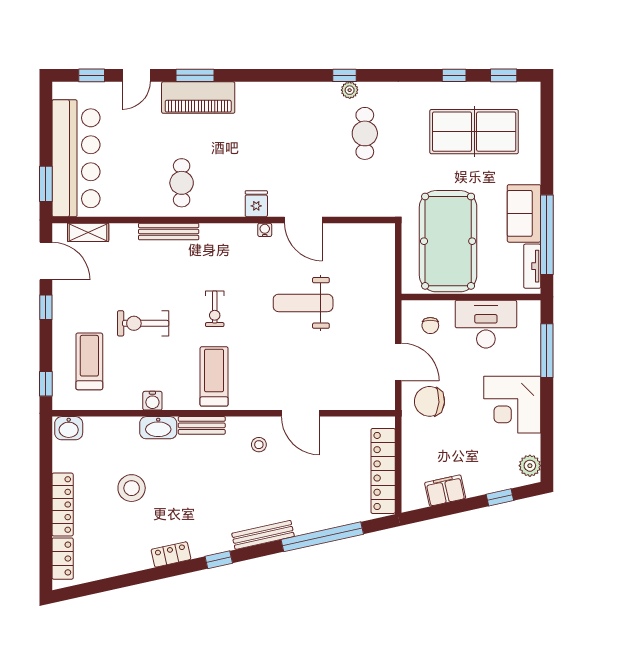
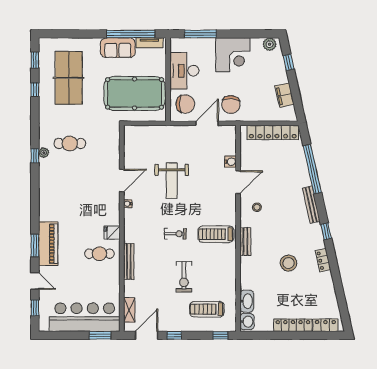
fridge: (256, 204) -> (112, 233), moved
chair: (430, 326) -> (185, 104), width x1.87, depth x1.87
water cooler: (152, 401) -> (230, 162), moved
washbasin: (158, 428) -> (247, 301), moved
stool: (132, 488) -> (288, 263), moved

